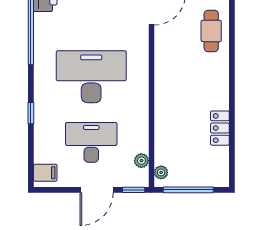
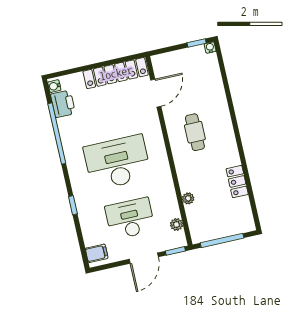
cafe table: (211, 31) -> (195, 132), moved
plant: (161, 172) -> (188, 198), moved

